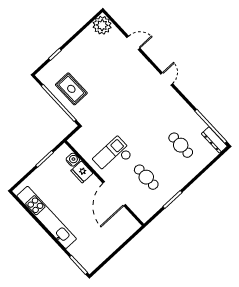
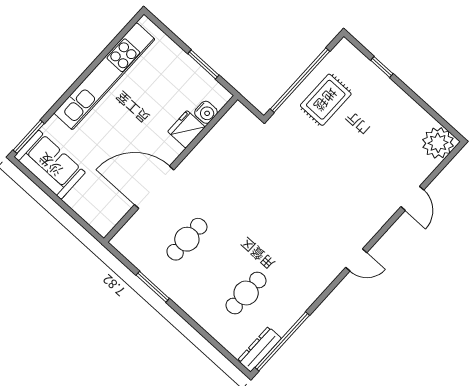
checkout: (113, 156) -> (218, 180), removed
sofa: (96, 254) -> (50, 165), added

